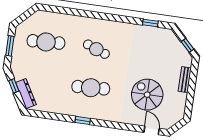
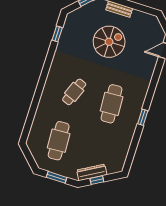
dresser: (26, 94) -> (92, 172), moved
spiral stairs: (147, 95) -> (109, 42), moved, turned 180

